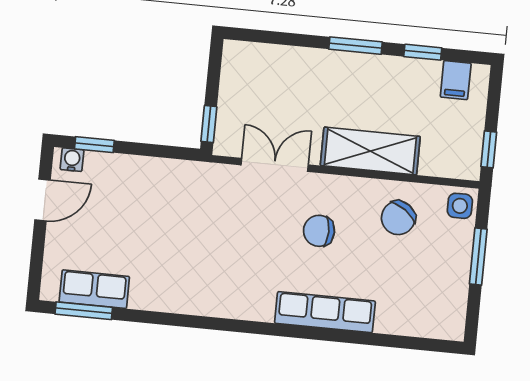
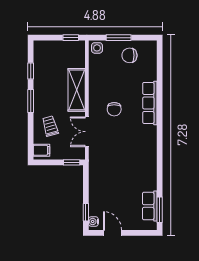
filing cabinet: (456, 80) -> (42, 150), moved
trolley: (295, 84) -> (50, 126), added
chair: (398, 218) -> (129, 55), moved, turned 144

